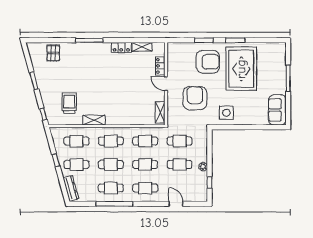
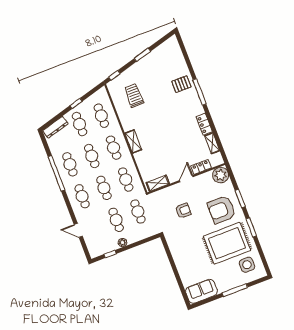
plant: (175, 50) -> (221, 175), added
pallet: (53, 53) -> (181, 84), moved
armchair: (208, 62) -> (222, 210), turned 90
armchair: (195, 98) -> (183, 211), width x0.53, depth x0.53
trolley: (69, 103) -> (134, 95), turned -90
side table: (226, 113) -> (247, 265), moved
shelving: (94, 120) -> (133, 141), moved
door: (176, 204) -> (78, 230), swing flipped

